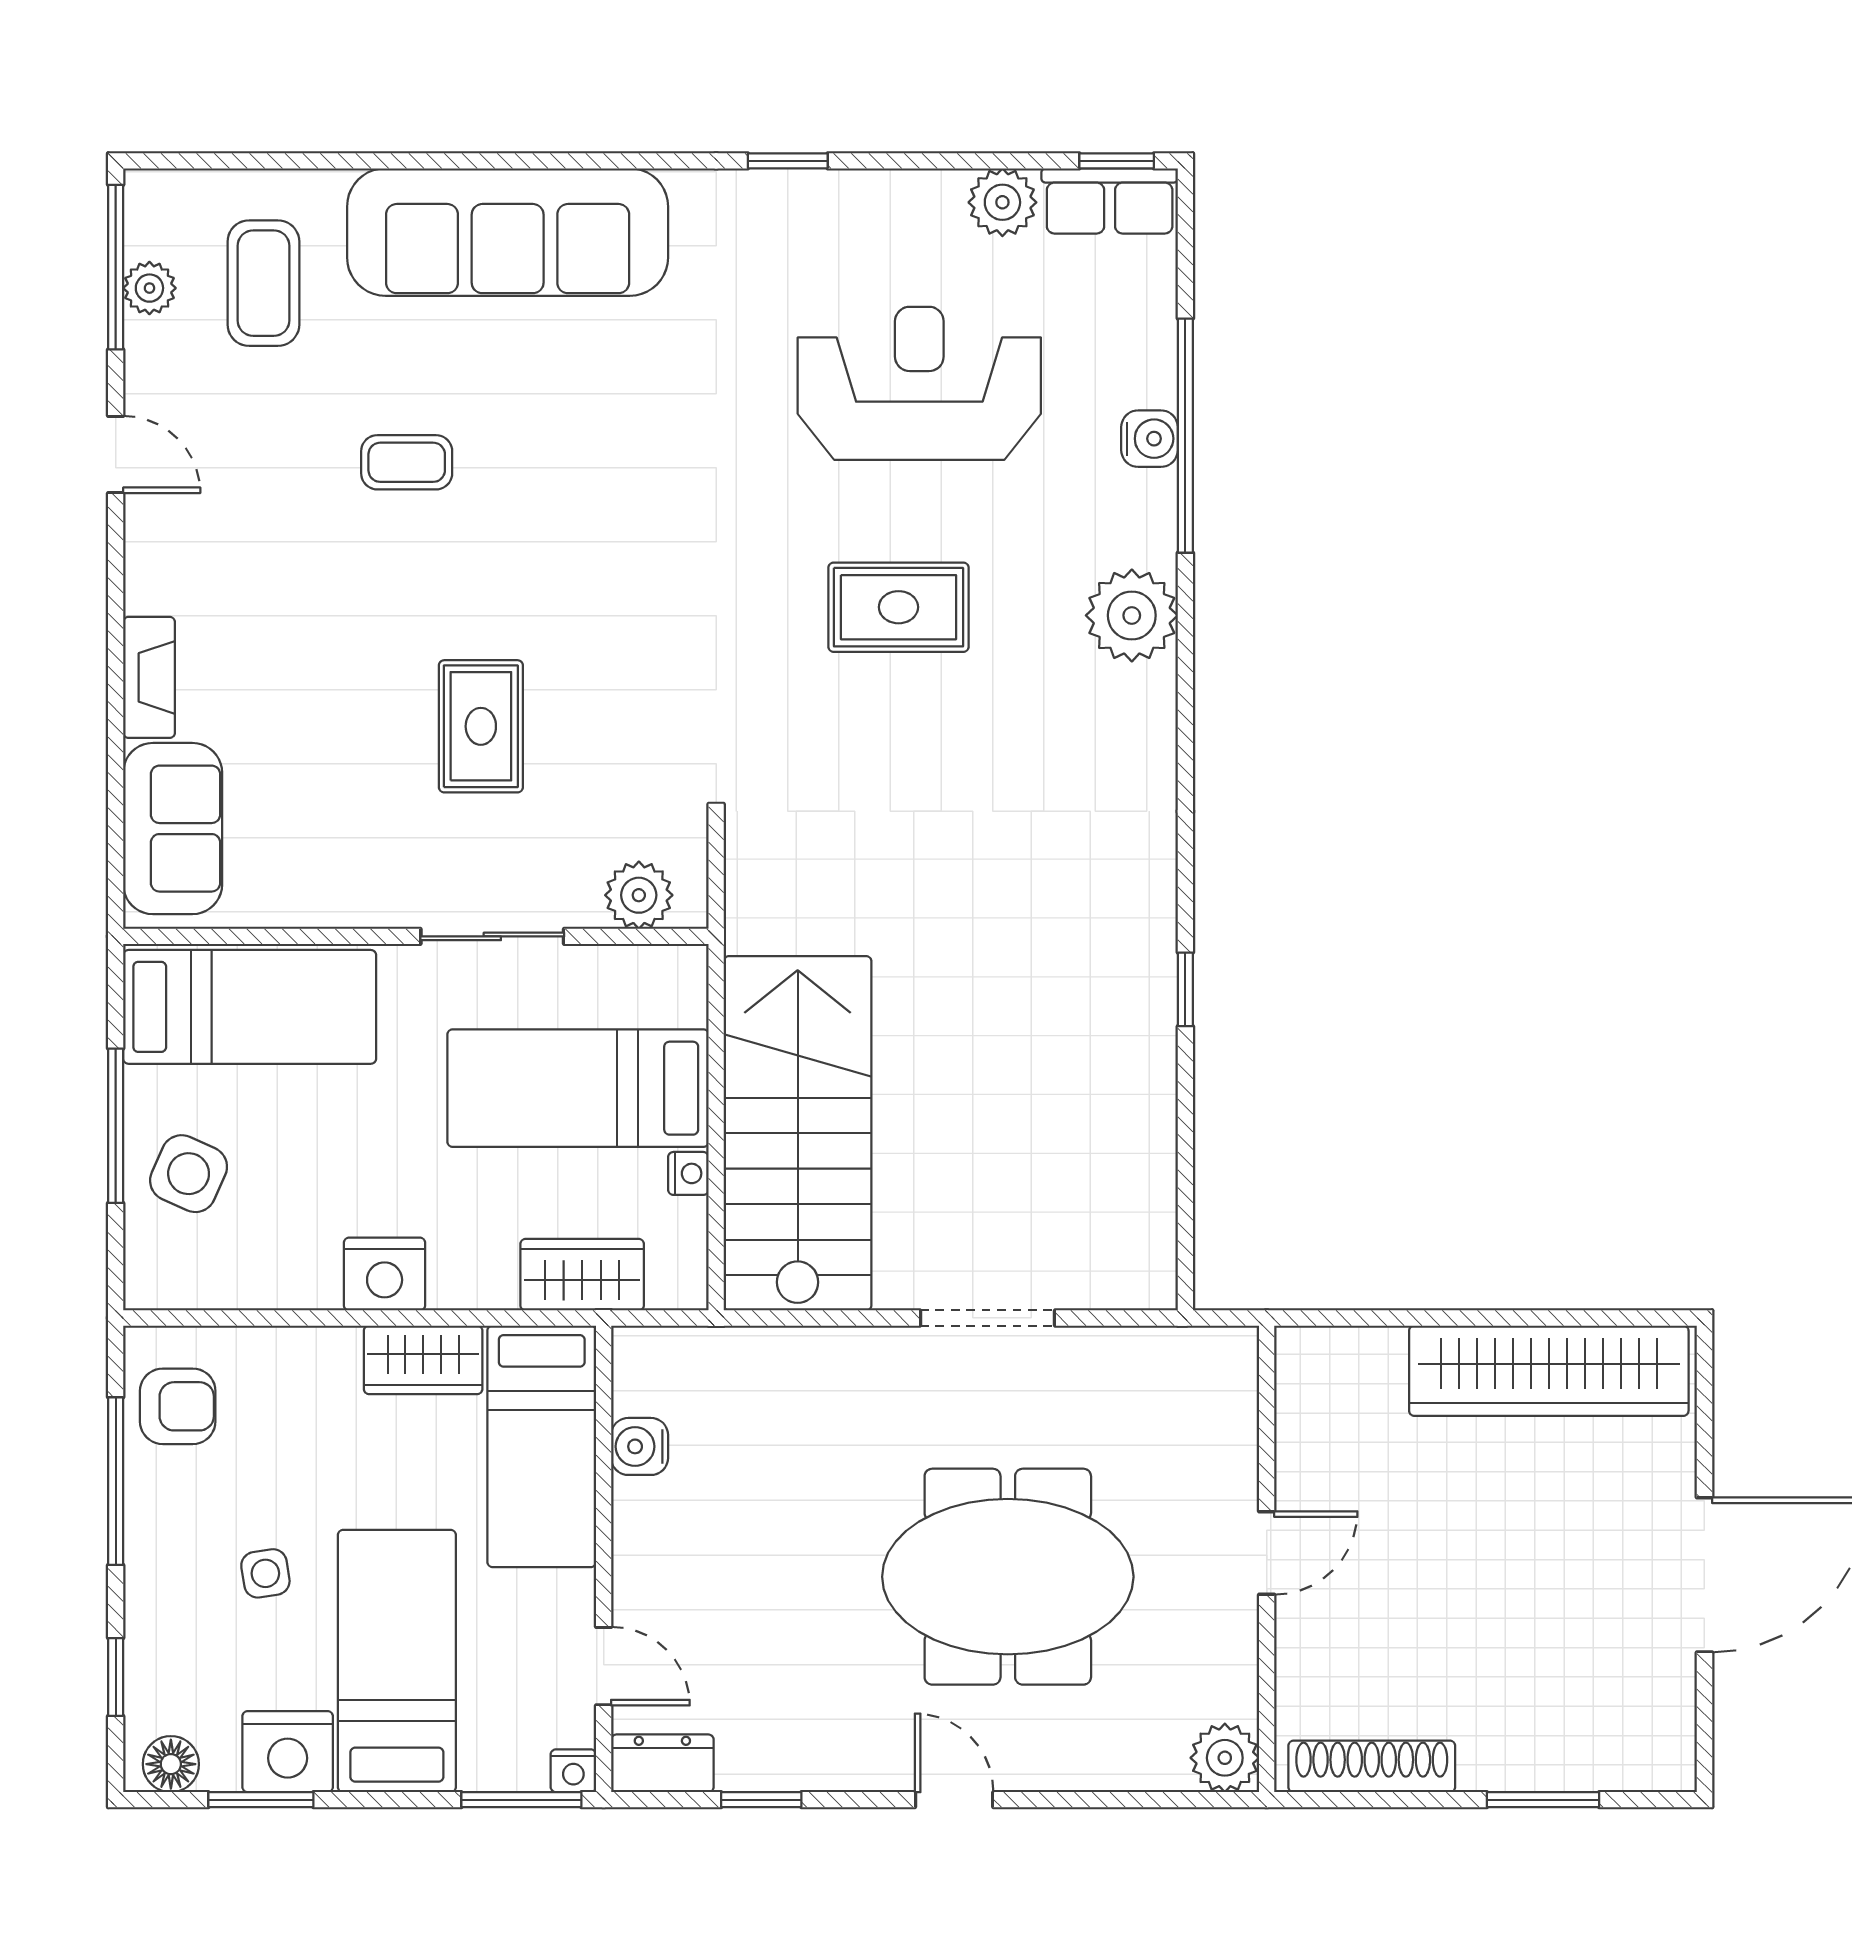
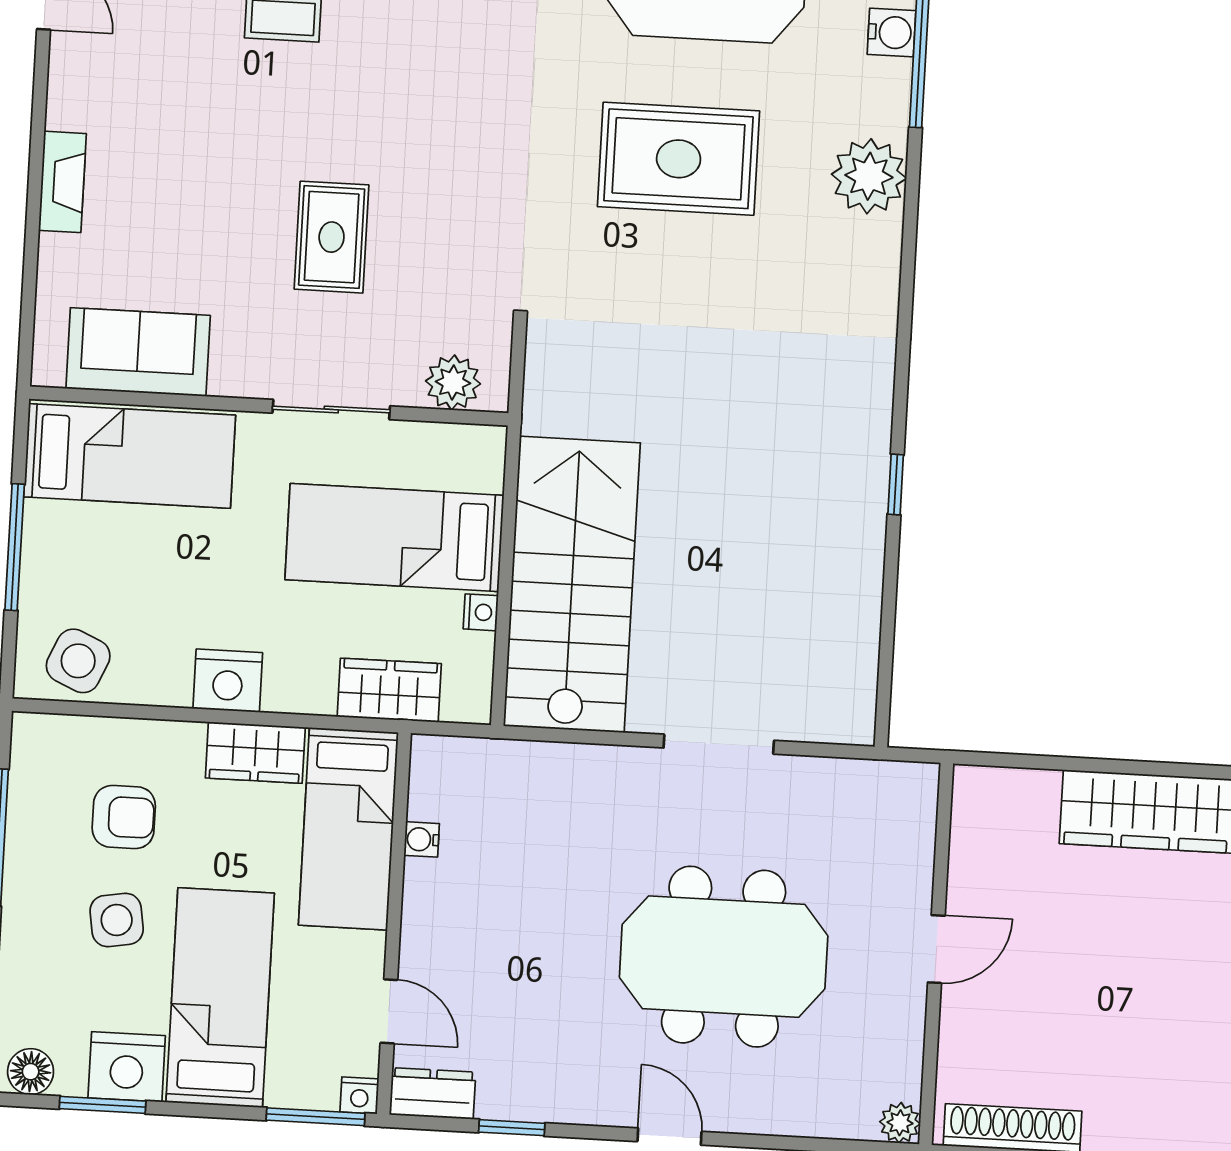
rug: (898, 607) -> (679, 159), width x1.36, depth x1.43
sofa: (173, 829) -> (138, 352), moved, turned -90
side table: (189, 1174) -> (78, 661), moved
armchair: (178, 1406) -> (124, 817), moved
water cooler: (640, 1446) -> (422, 839), width x0.72, depth x0.72
side table: (265, 1573) -> (117, 920), width x1.37, depth x1.37
plant: (1225, 1758) -> (900, 1123), width x0.73, depth x0.73

